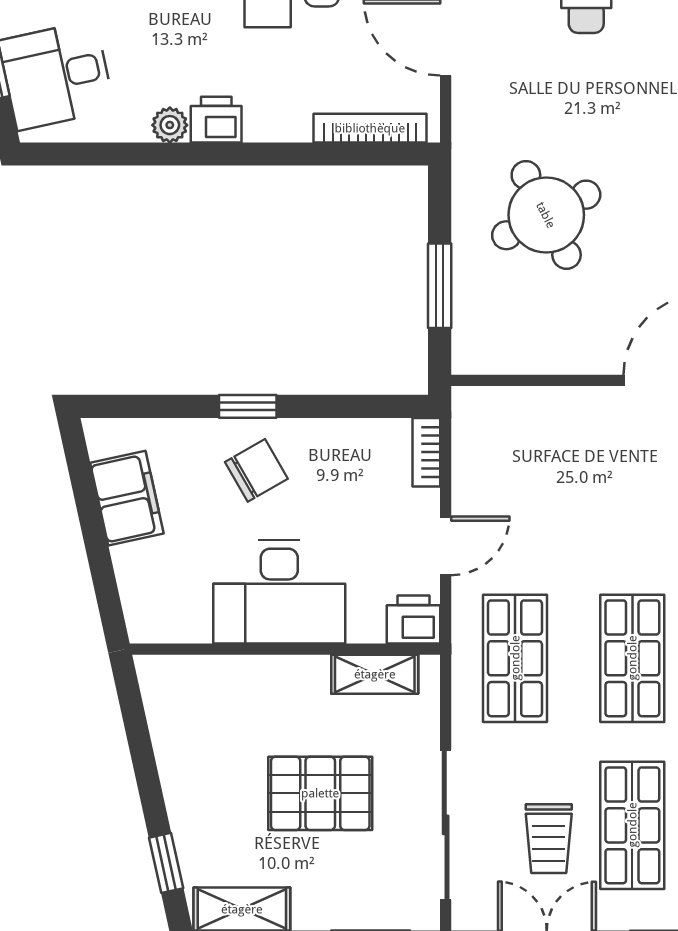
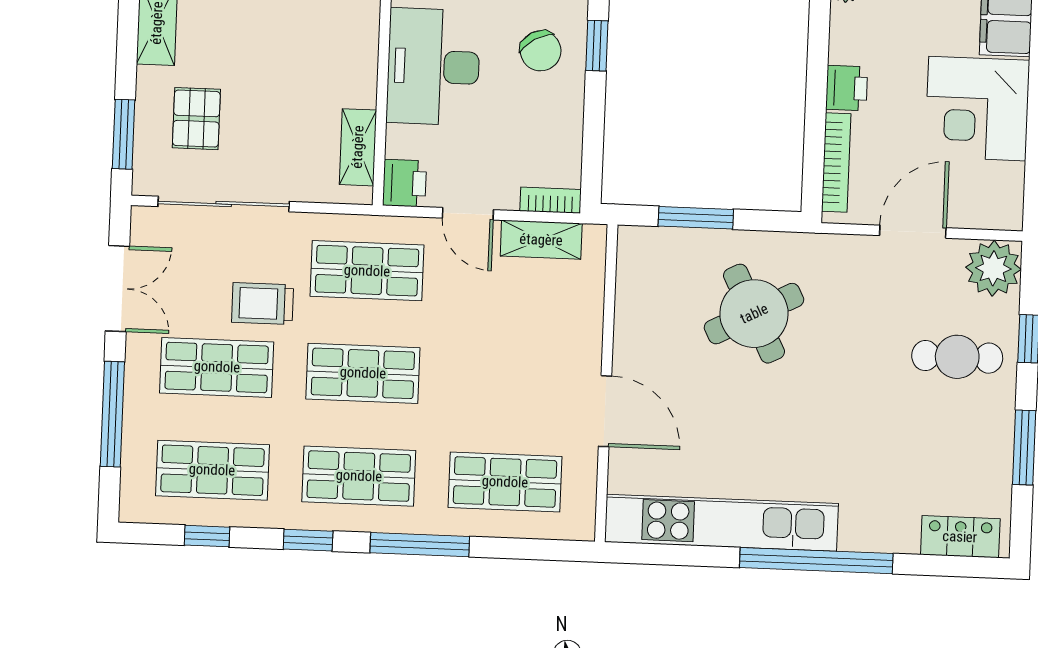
printer: (216, 120) -> (847, 88), moved
shelving: (472, 461) -> (541, 240), added
pallet: (320, 793) -> (196, 119), moved, width x0.67, depth x0.71
trolley: (549, 839) -> (263, 303), moved

